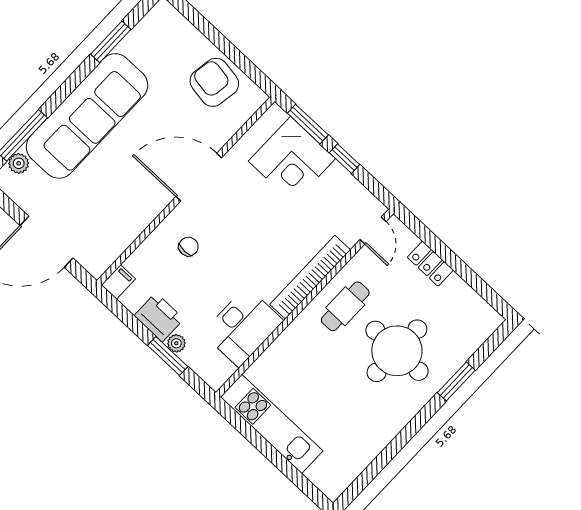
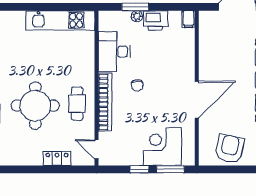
armchair: (214, 82) -> (230, 149), turned -87
chair: (188, 247) -> (137, 85), moved

